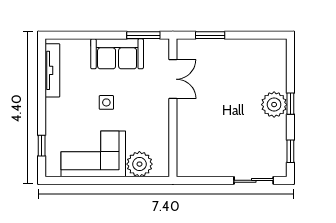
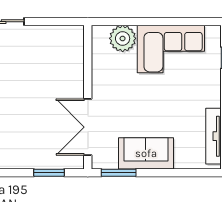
double door: (173, 79) -> (88, 127), width x1.37
side table: (106, 102) -> (157, 103), removed

